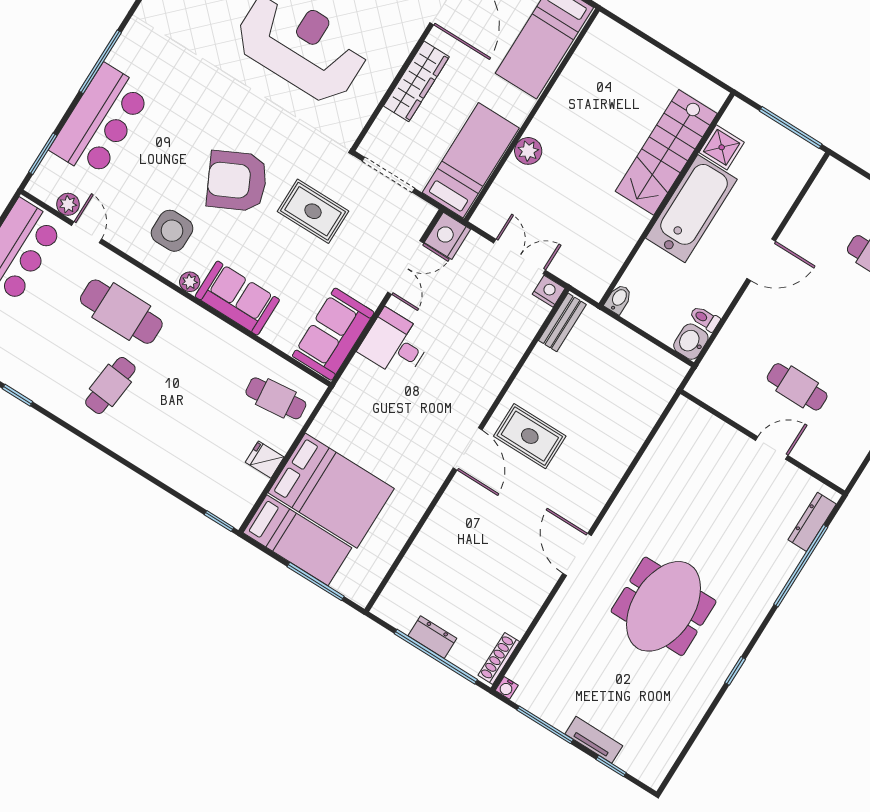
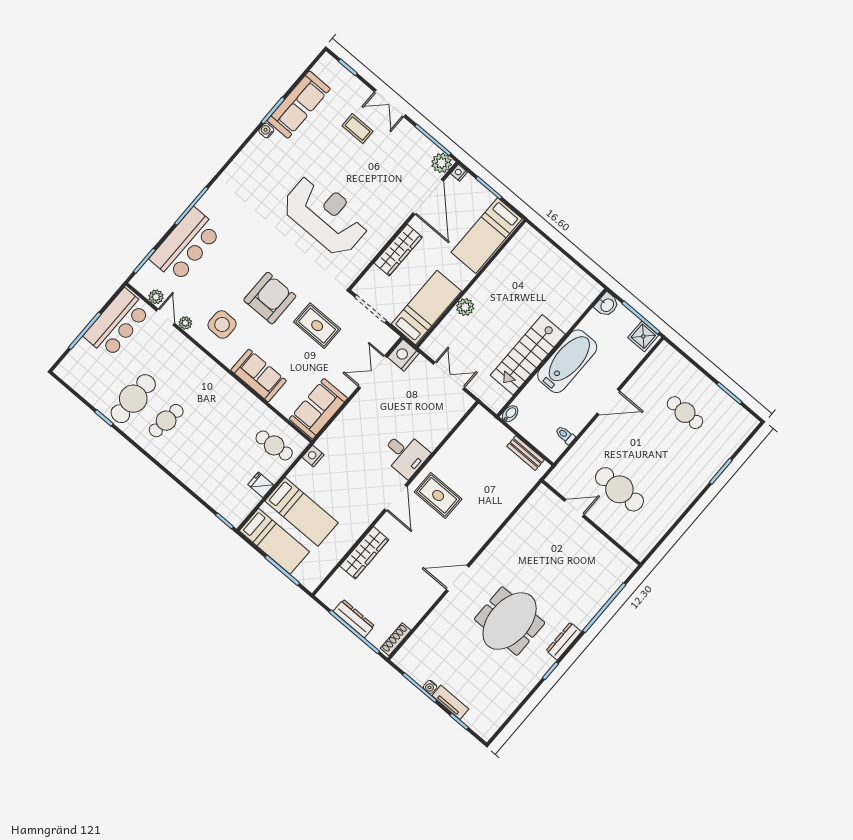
shower: (722, 147) -> (643, 336), moved
stairs: (666, 152) -> (528, 355), moved
armchair: (237, 181) -> (270, 298), turned 116
double door: (406, 268) -> (373, 372), swing flipped
plant: (190, 282) -> (185, 323), moved
nightstand: (549, 291) -> (313, 456), moved, turned -90
cafe table: (121, 312) -> (133, 399), moved, turned 90
bench: (562, 322) -> (526, 453), moved, turned 90
washbasin: (691, 342) -> (607, 305), moved, turned 180
desk: (395, 344) -> (405, 454), moved, turned 180
cafe table: (797, 387) -> (619, 489), width x1.37, depth x1.35
door: (772, 448) -> (574, 508), moved
bed: (331, 491) -> (301, 512), width x0.67
dresser: (812, 522) -> (564, 641), moved
wardrobe: (433, 537) -> (364, 553), added
door: (577, 554) -> (458, 578), hinge flipped
dresser: (432, 637) -> (354, 619), width x1.44
water cooler: (507, 688) -> (430, 687), moved

